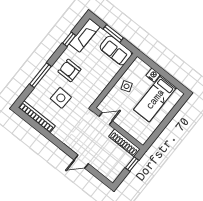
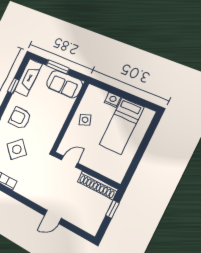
side table: (61, 98) -> (17, 149), turned 45

